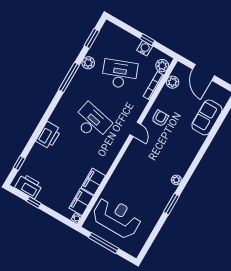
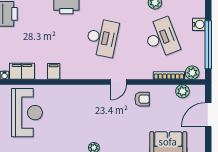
window: (147, 40) -> (208, 45), width x3.17
water cooler: (145, 48) -> (199, 24), moved
filing cabinet: (93, 182) -> (54, 71), width x0.50

